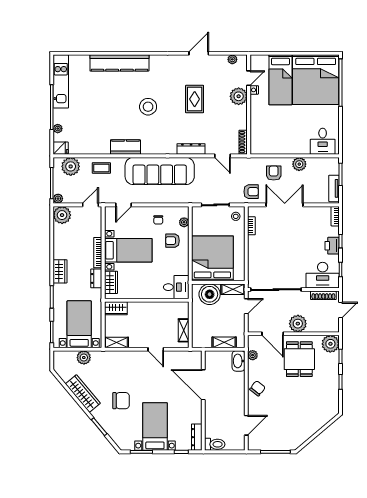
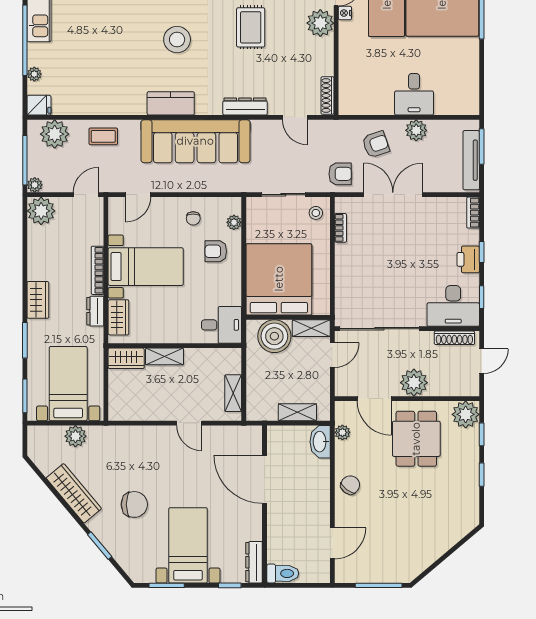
desk: (323, 141) -> (414, 94), moved
kitchen counter: (125, 147) -> (171, 103), moved
armchair: (274, 173) -> (376, 144), turned 71
tv unit: (334, 188) -> (471, 160), width x1.41
shelving: (116, 342) -> (164, 356), moved

